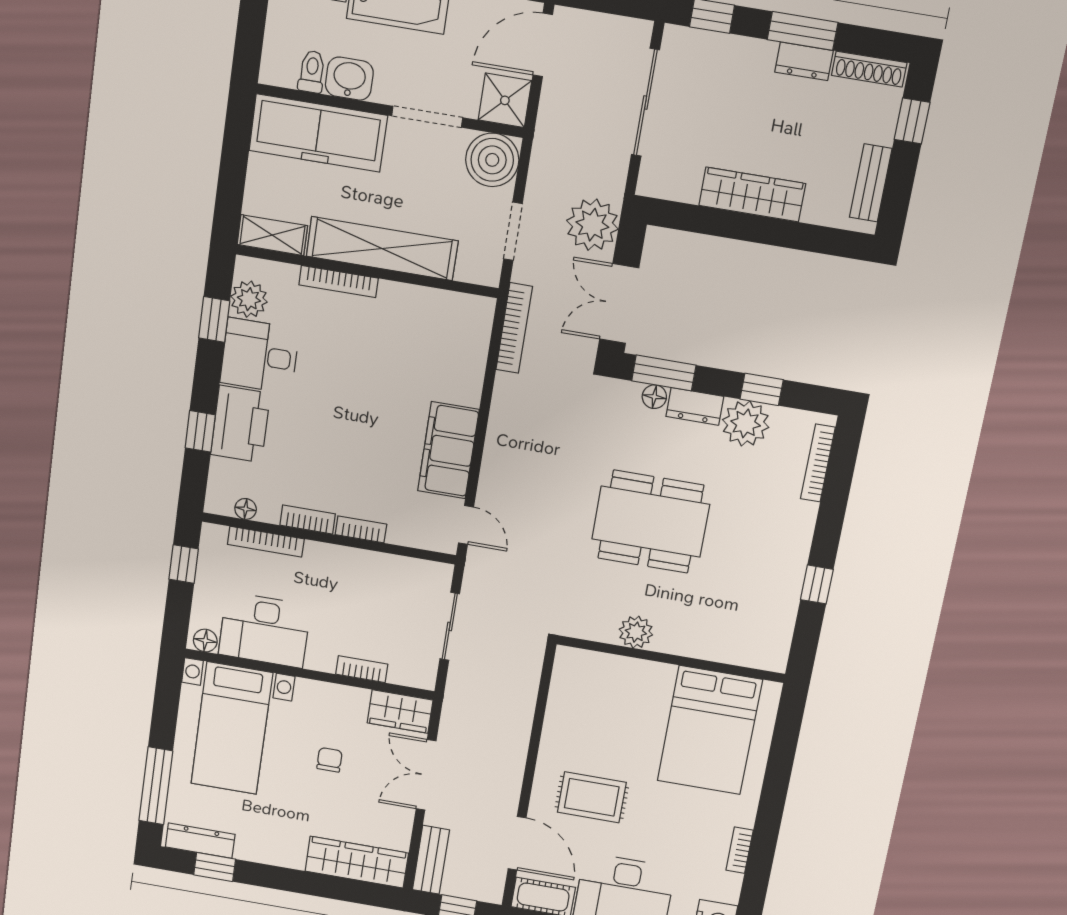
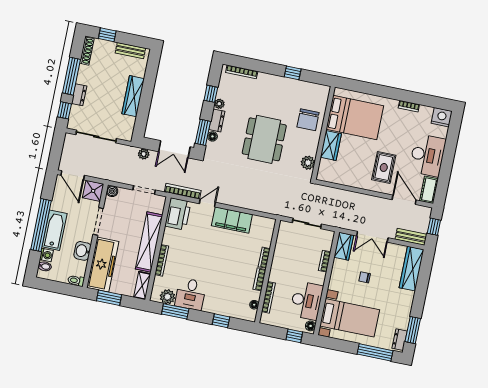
window: (803, 31) -> (72, 76), width x1.44
dresser: (804, 61) -> (79, 95), moved
toilet: (312, 72) -> (76, 281), moved
window: (235, 152) -> (109, 298), added
boiler: (492, 160) -> (112, 191), width x0.54, depth x0.54
plant: (592, 225) -> (144, 154), width x0.53, depth x0.53
window: (214, 319) -> (175, 311), width x1.50
plant: (746, 423) -> (219, 104), width x0.53, depth x0.53
printer: (240, 424) -> (178, 214), moved, turned 90
door: (466, 525) -> (207, 203), moved
window: (184, 564) -> (294, 336), moved
chair: (702, 623) -> (308, 120), added
plant: (636, 632) -> (308, 163), moved
wardrobe: (640, 677) -> (331, 146), added
dresser: (200, 841) -> (400, 340), width x0.70
door: (517, 843) -> (404, 200), hinge flipped
window: (215, 867) -> (413, 330), width x1.50

